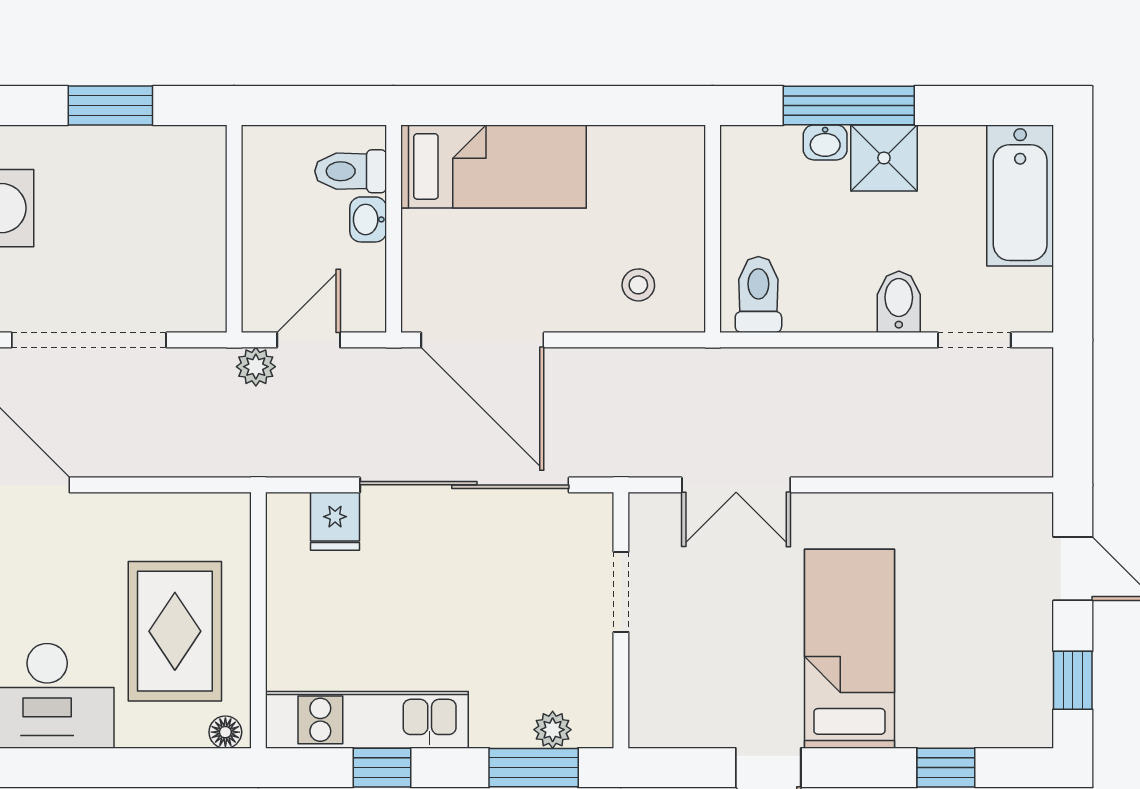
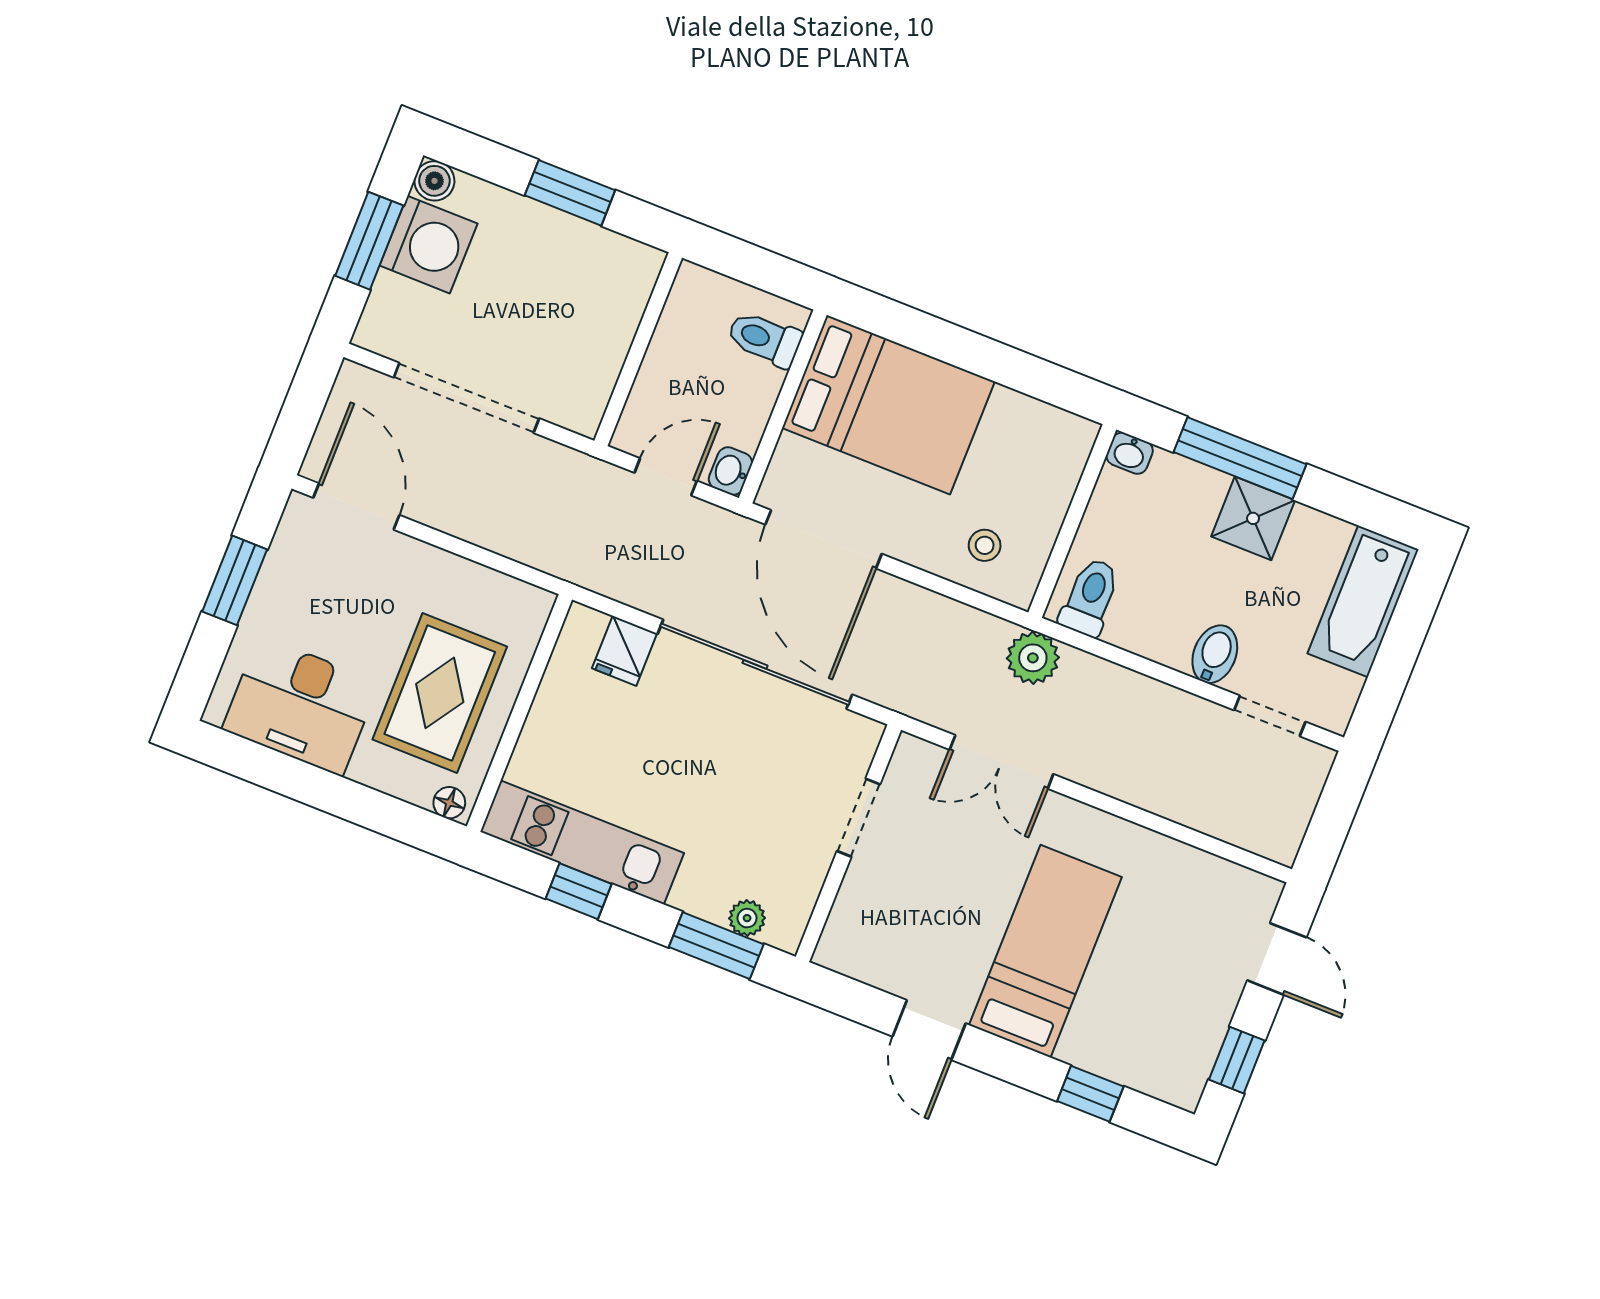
washbasin: (825, 142) -> (1130, 453), moved
bed: (494, 166) -> (888, 405), width x1.50
washbasin: (368, 219) -> (730, 471), moved
plant: (256, 367) -> (1033, 658), moved, width x1.38, depth x1.38

